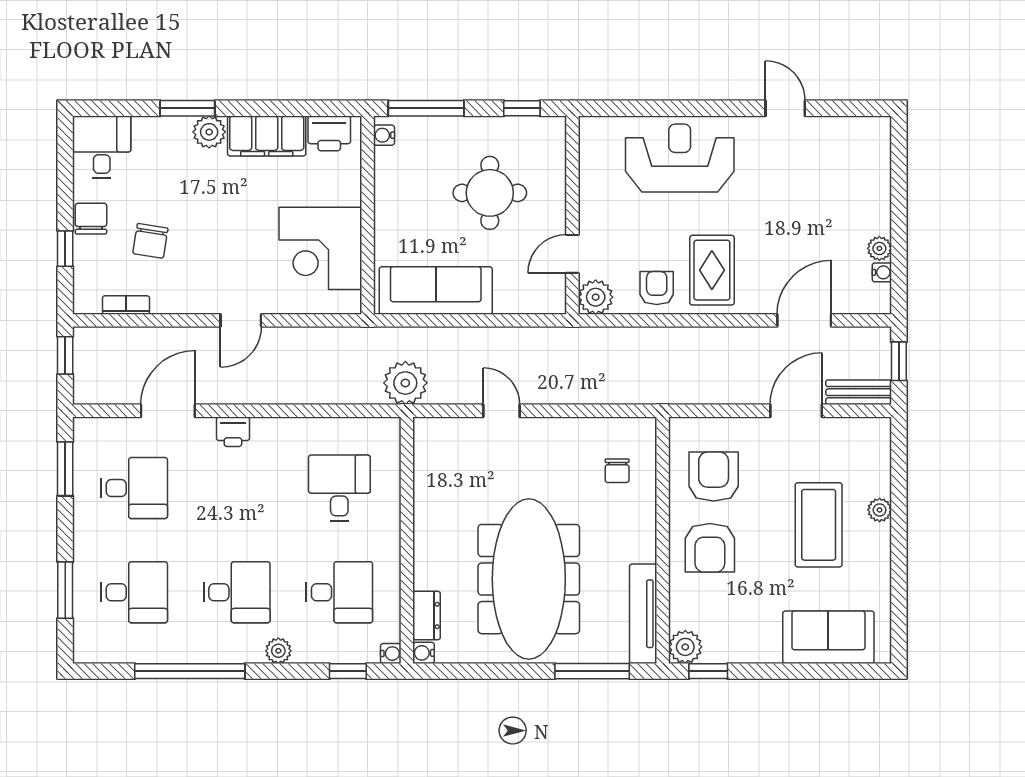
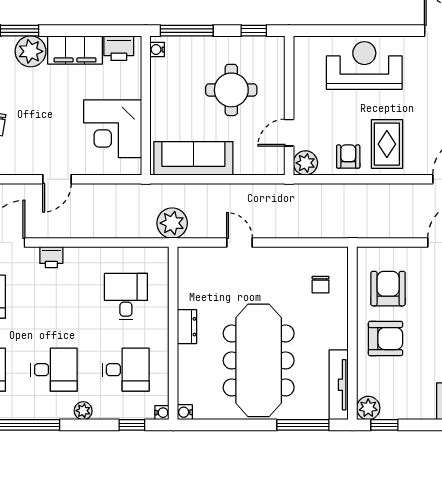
plant: (209, 132) -> (31, 51), width x1.36, depth x1.36
armchair: (710, 548) -> (385, 339), turned -90
dresser: (427, 616) -> (187, 327), moved

